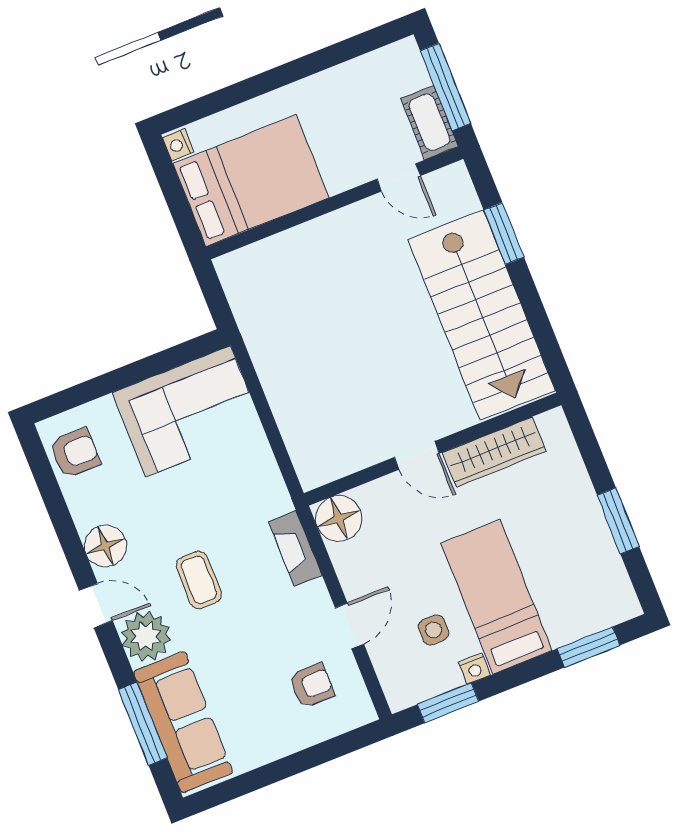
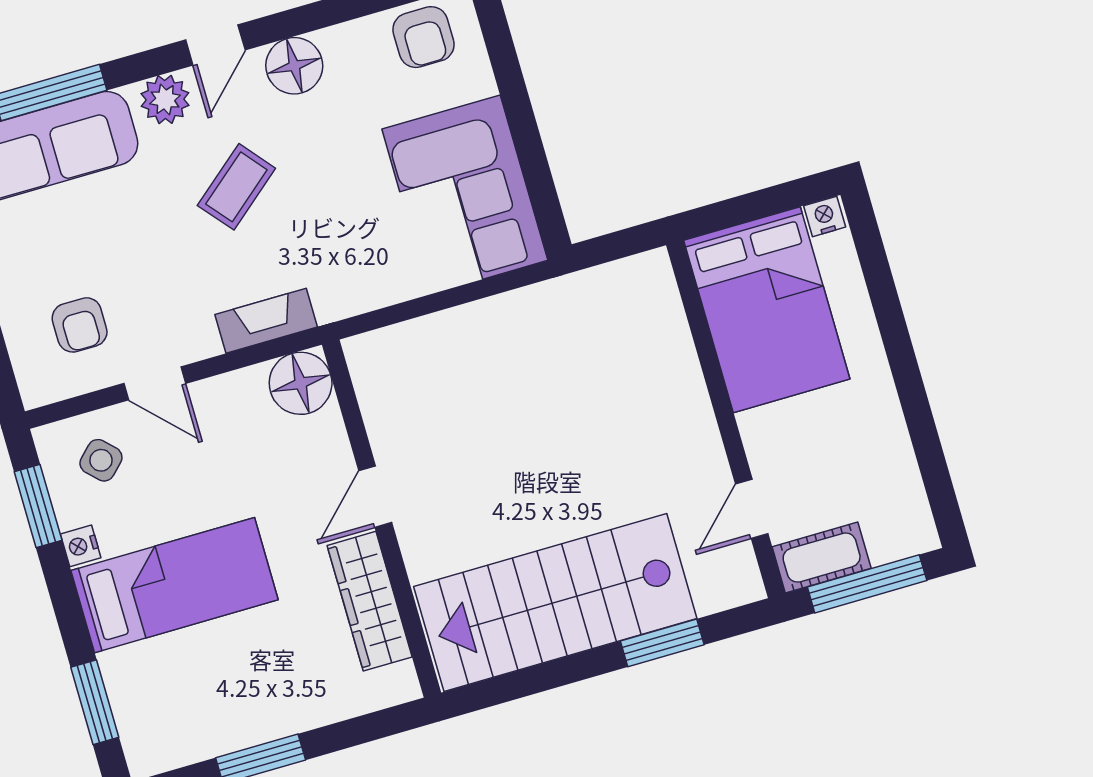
coffee table: (199, 580) -> (236, 187), turned -40
side table: (434, 630) -> (101, 460), moved, turned 45
plant: (146, 636) -> (165, 99), width x0.73, depth x0.73

